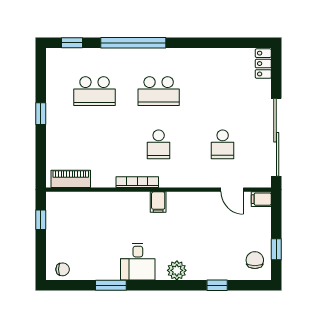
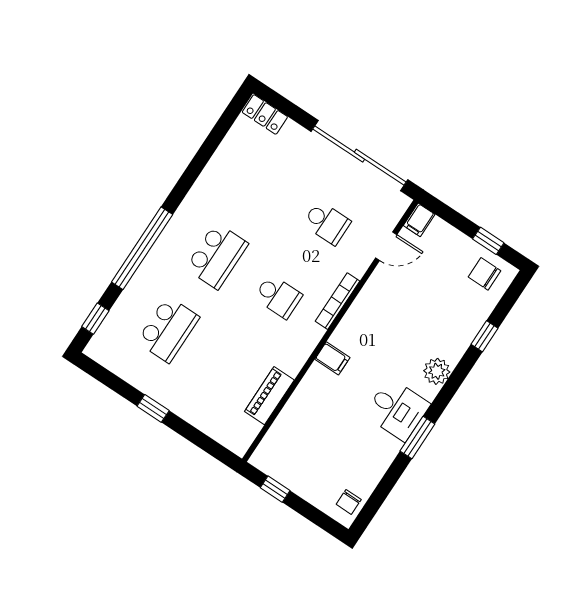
piano: (71, 179) -> (269, 396), moved
bookcase: (137, 182) -> (337, 301), moved
filing cabinet: (158, 202) -> (332, 358), moved
chair: (63, 269) -> (349, 502), turned 180
window: (111, 285) -> (417, 438), moved

